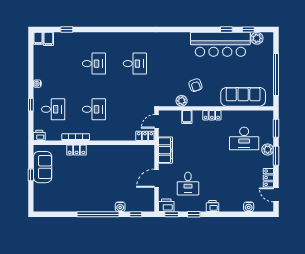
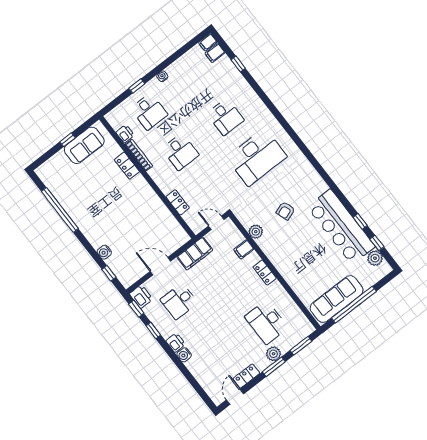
desk: (135, 64) -> (257, 157), width x1.87, depth x1.30
armchair: (195, 85) -> (286, 211), moved
sofa: (243, 97) -> (337, 299), moved, turned -90
printer: (39, 135) -> (125, 134), moved
locker: (145, 136) -> (178, 202), moved
water cooler: (249, 207) -> (184, 355), moved
window: (98, 214) -> (60, 210), moved

